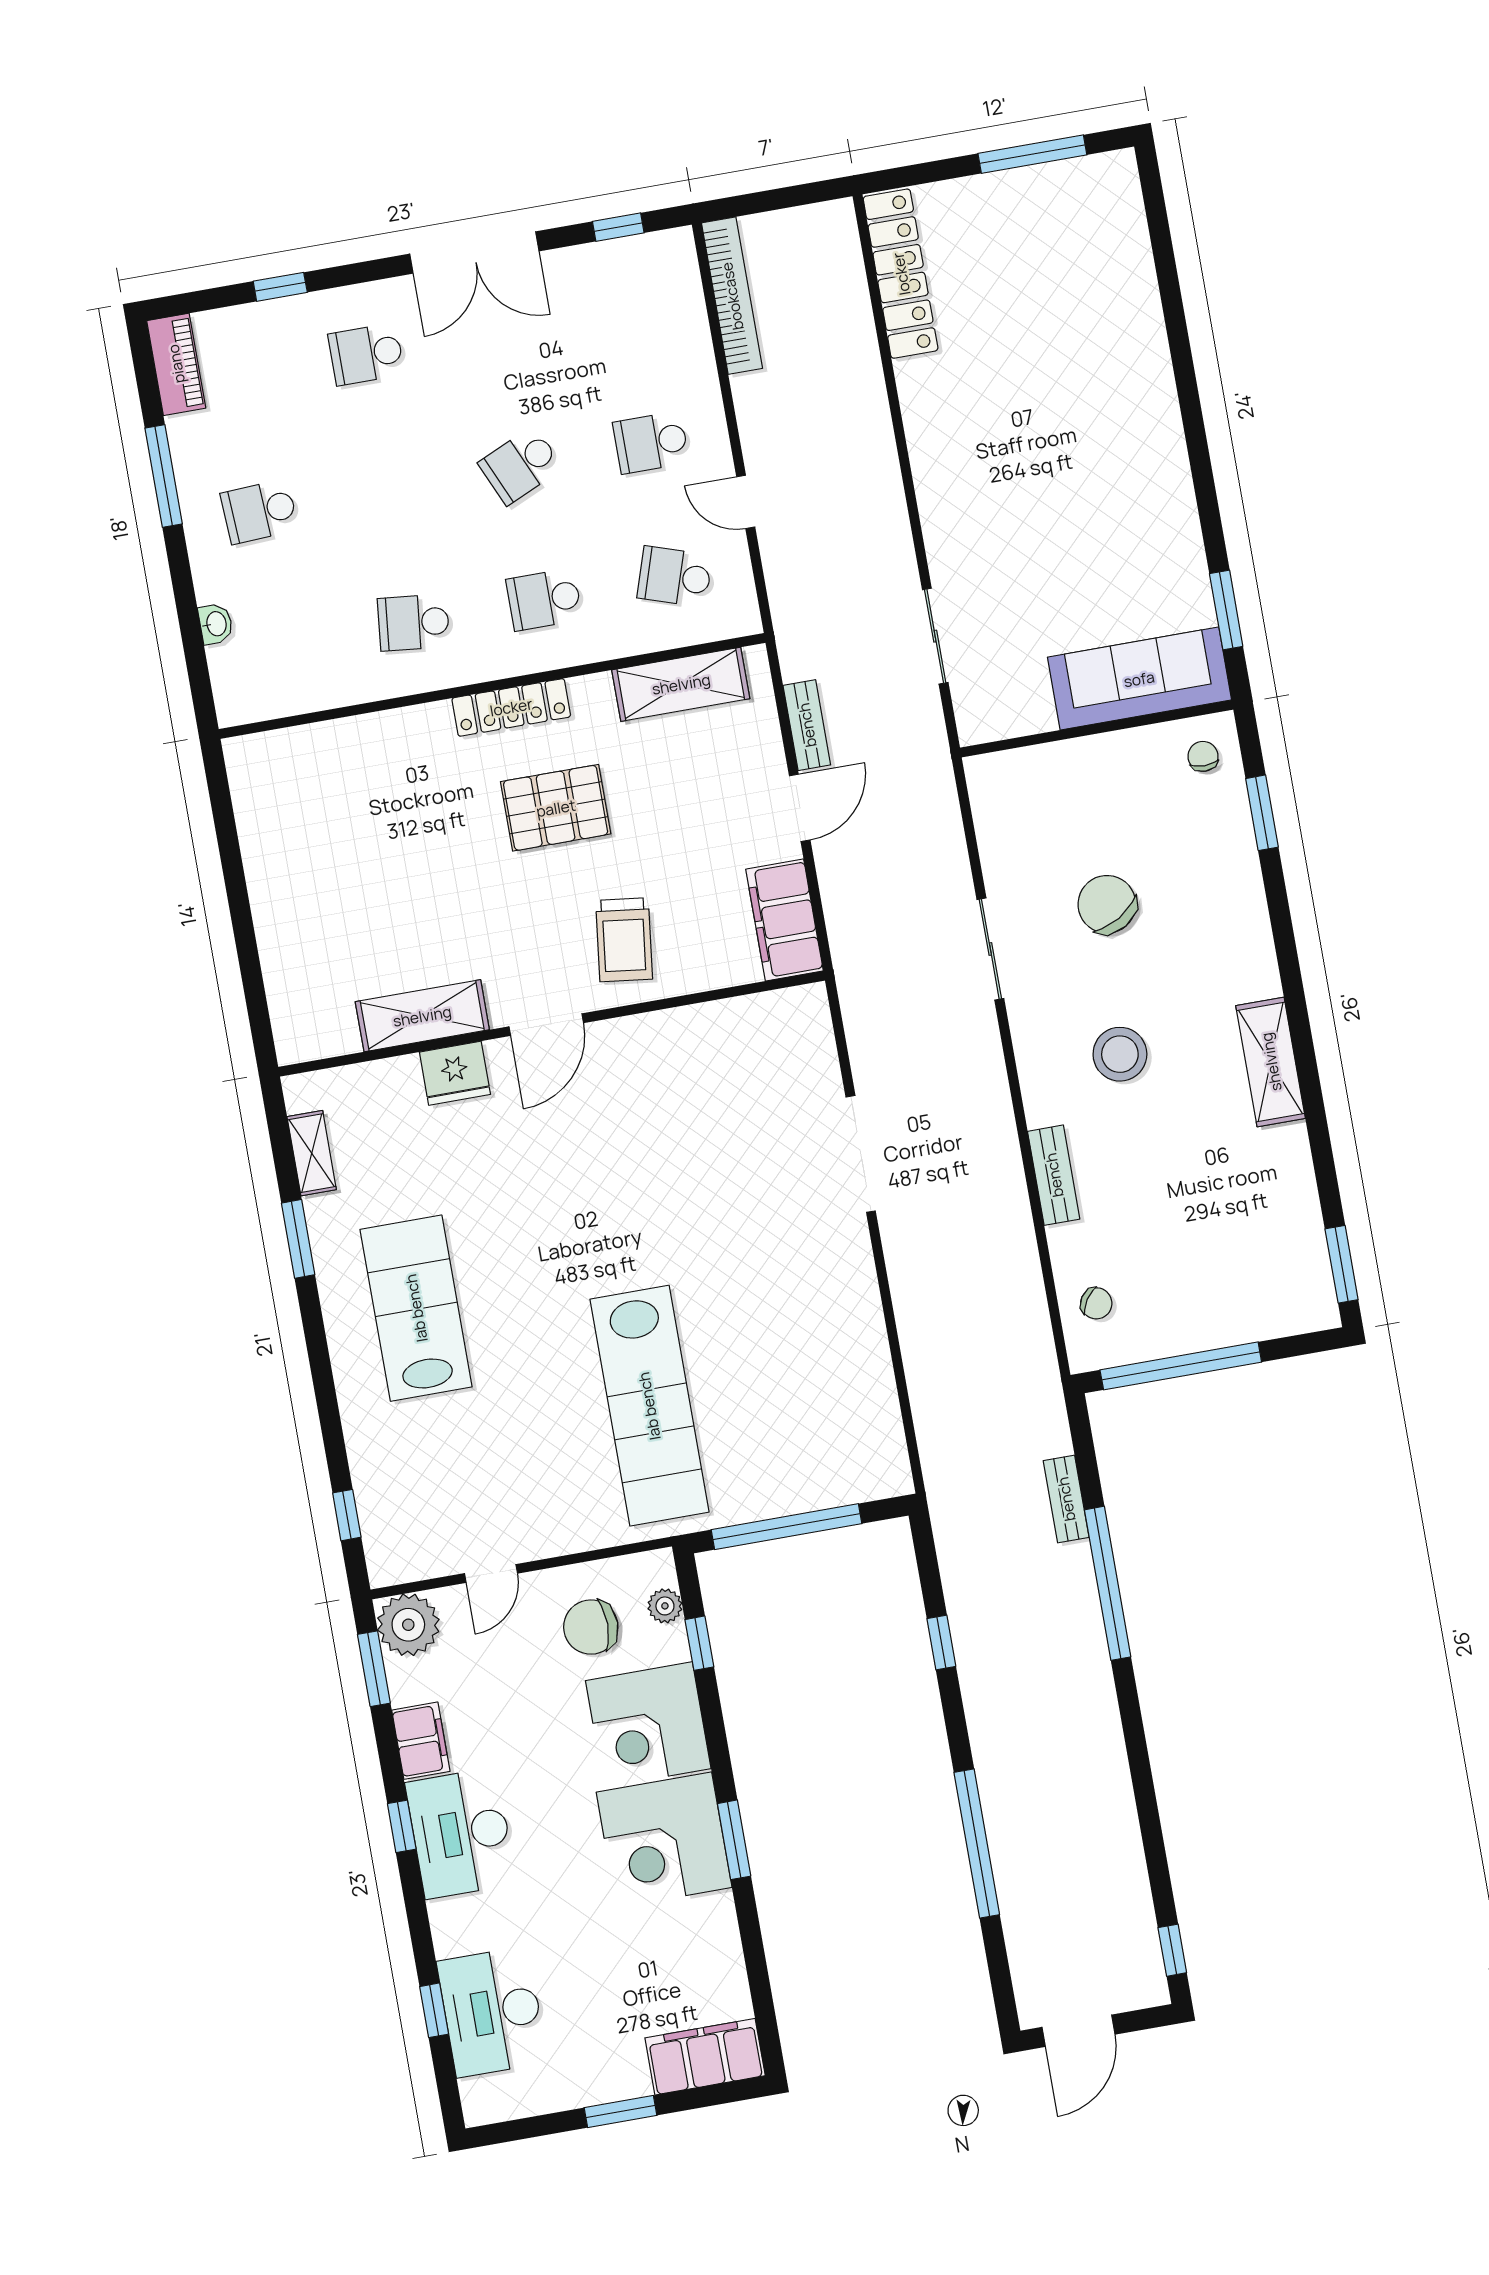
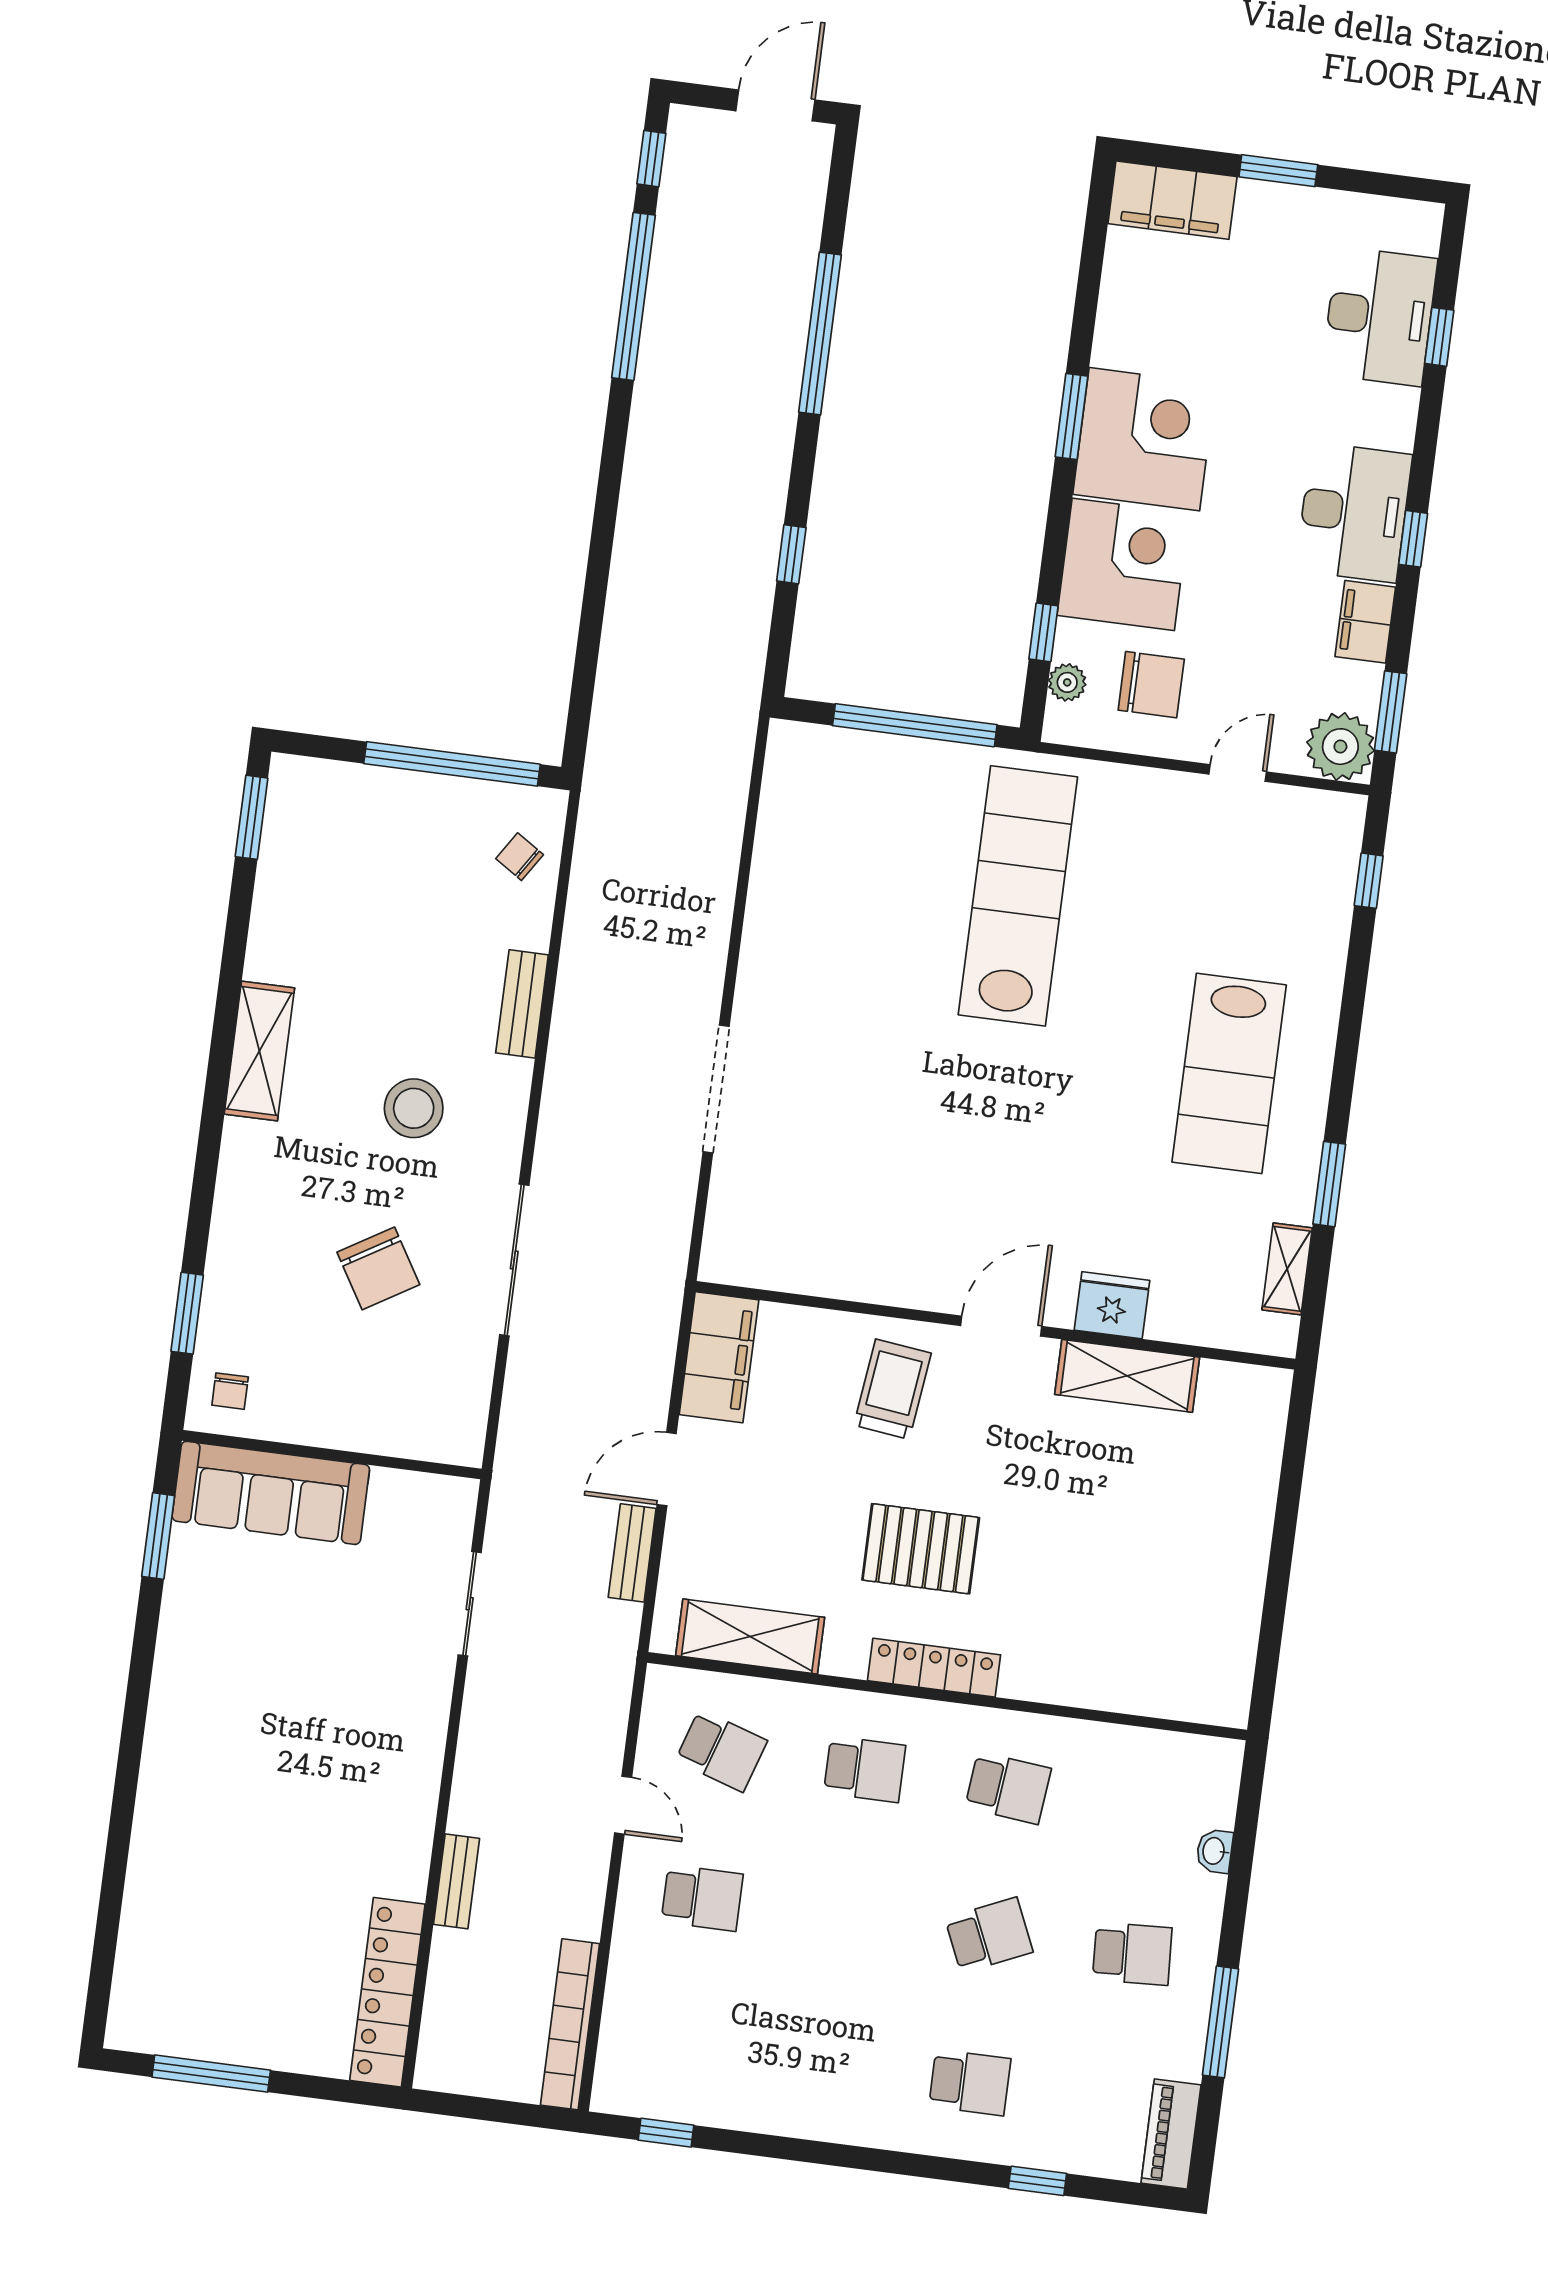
double door: (474, 253) -> (824, 2153), removed
school desk: (520, 465) -> (989, 1935), moved
sliding door: (990, 949) -> (514, 1260), width x1.37
bench: (1066, 1499) -> (456, 1881), moved
window: (1108, 1583) -> (634, 296), moved

